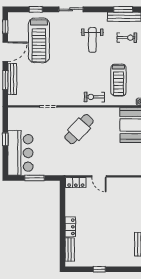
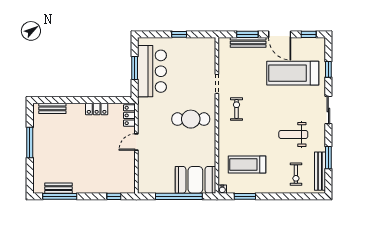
window: (123, 9) -> (328, 158), moved
exercise bike: (94, 97) -> (236, 109), moved
cafe table: (79, 129) -> (191, 119), turned -43
bar counter: (20, 153) -> (152, 71), moved, turned -90
locker: (70, 227) -> (97, 109), moved
window: (99, 269) -> (30, 142), width x2.17

